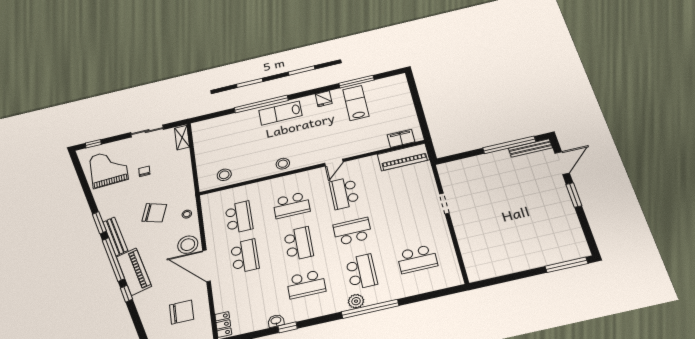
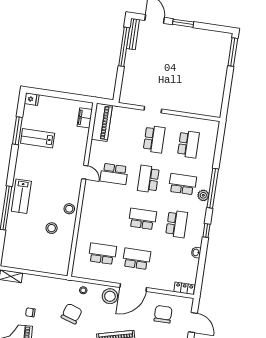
fridge: (324, 99) -> (32, 99), moved
stool: (224, 175) -> (52, 228), moved
school desk: (291, 205) -> (154, 139), moved
window: (287, 327) -> (206, 231), moved

